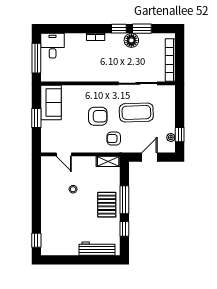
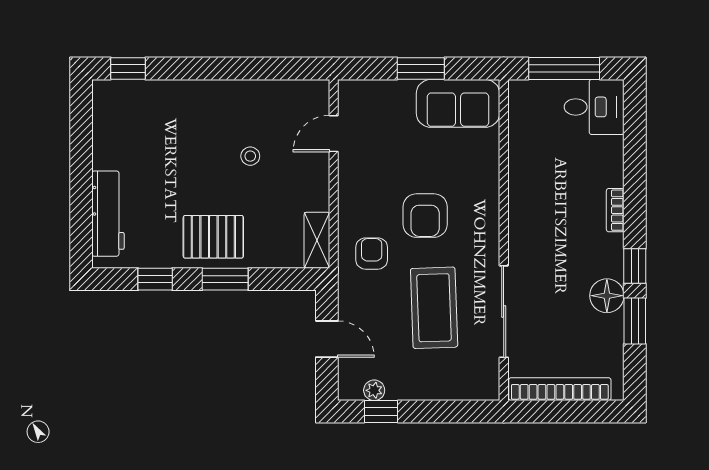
window: (124, 200) -> (225, 279), width x0.69

